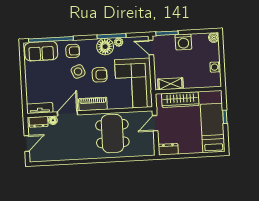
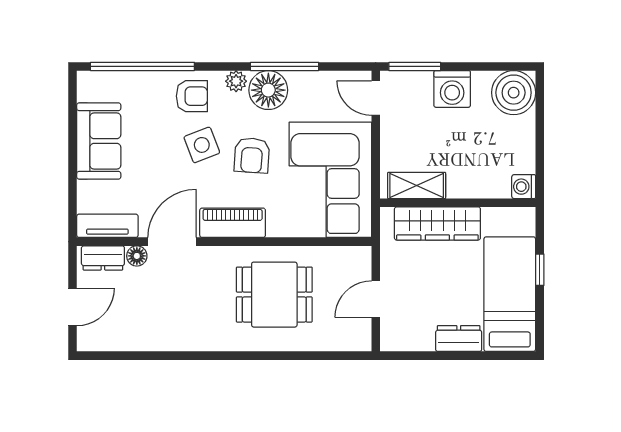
boiler: (214, 37) -> (514, 93), width x1.86, depth x1.86
plant: (119, 42) -> (236, 81), moved
sofa: (41, 51) -> (99, 141), moved, turned -90
washing machine: (215, 67) -> (524, 187), moved
armchair: (100, 75) -> (252, 155), turned 94
door: (155, 123) -> (376, 299), moved
dining table: (112, 134) -> (274, 295), width x0.73
dresser: (168, 149) -> (459, 338), moved

